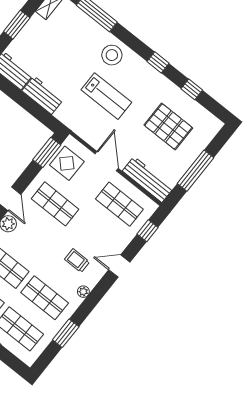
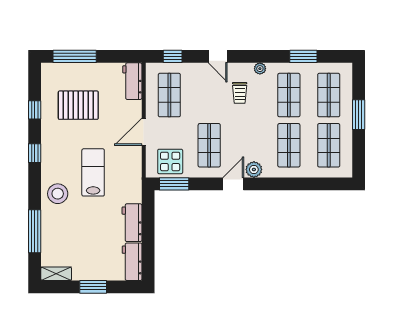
pallet: (168, 126) -> (78, 105), turned 90
window: (195, 171) -> (75, 56), moved
workbench: (148, 180) -> (132, 81), width x0.73

